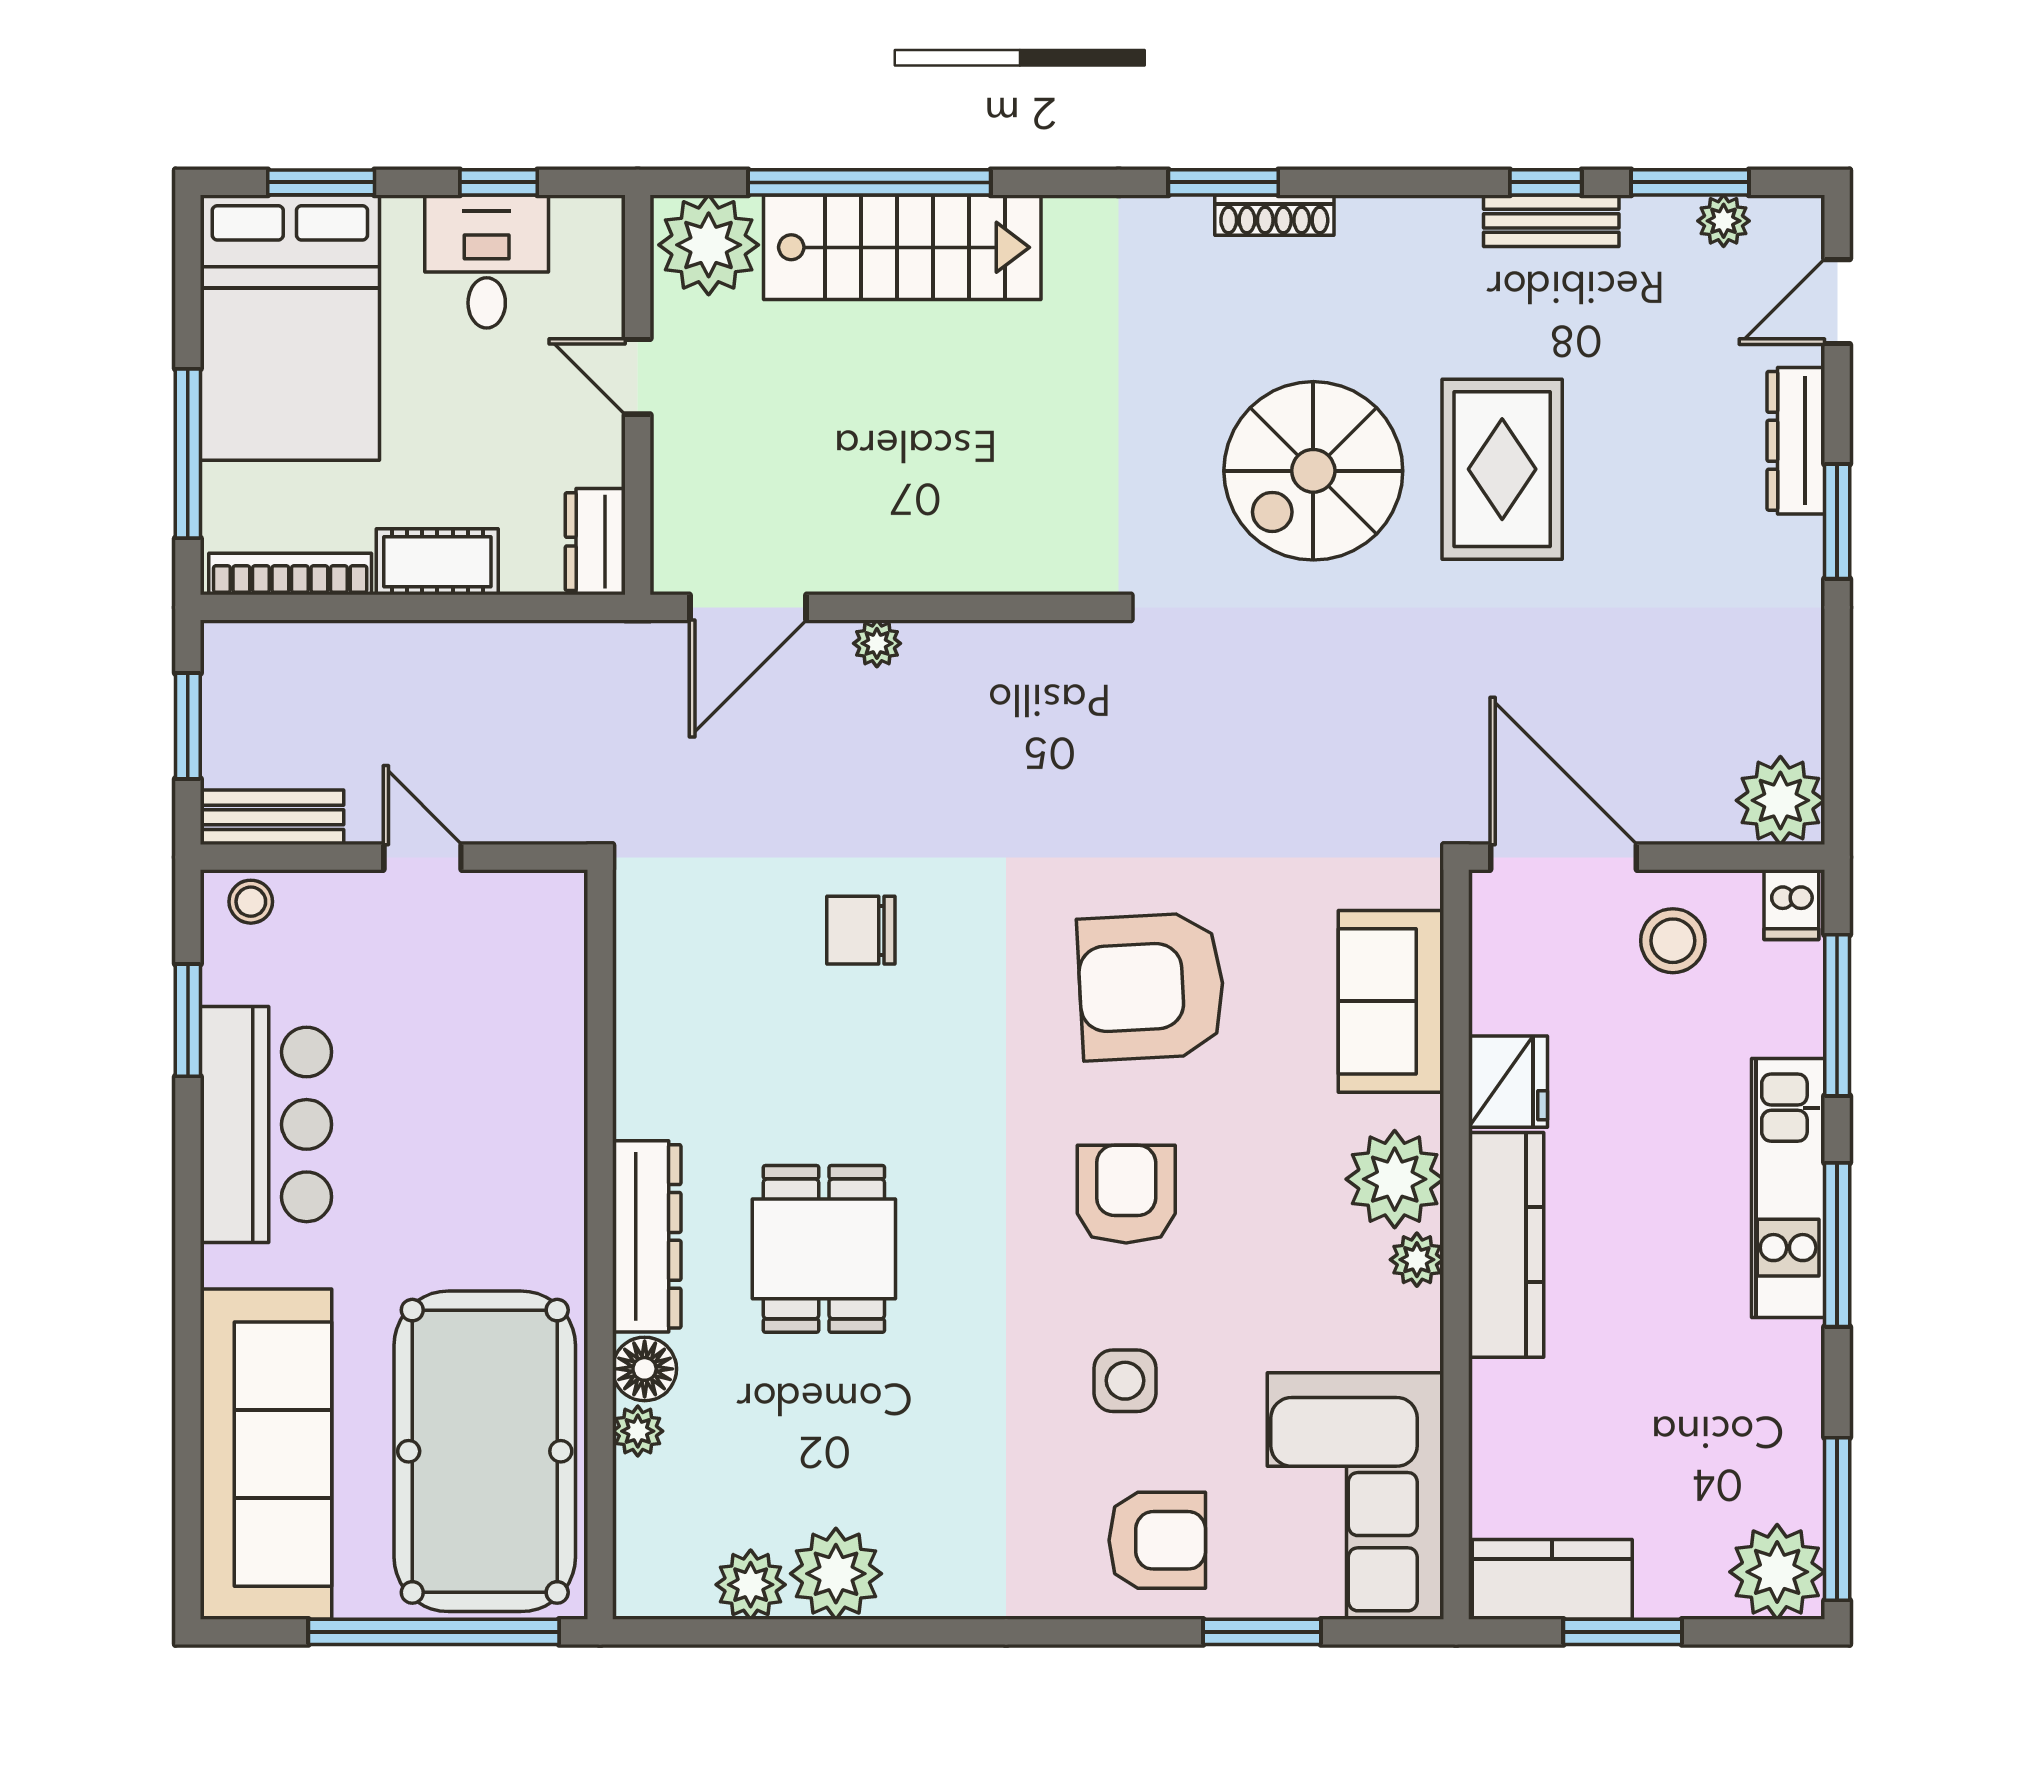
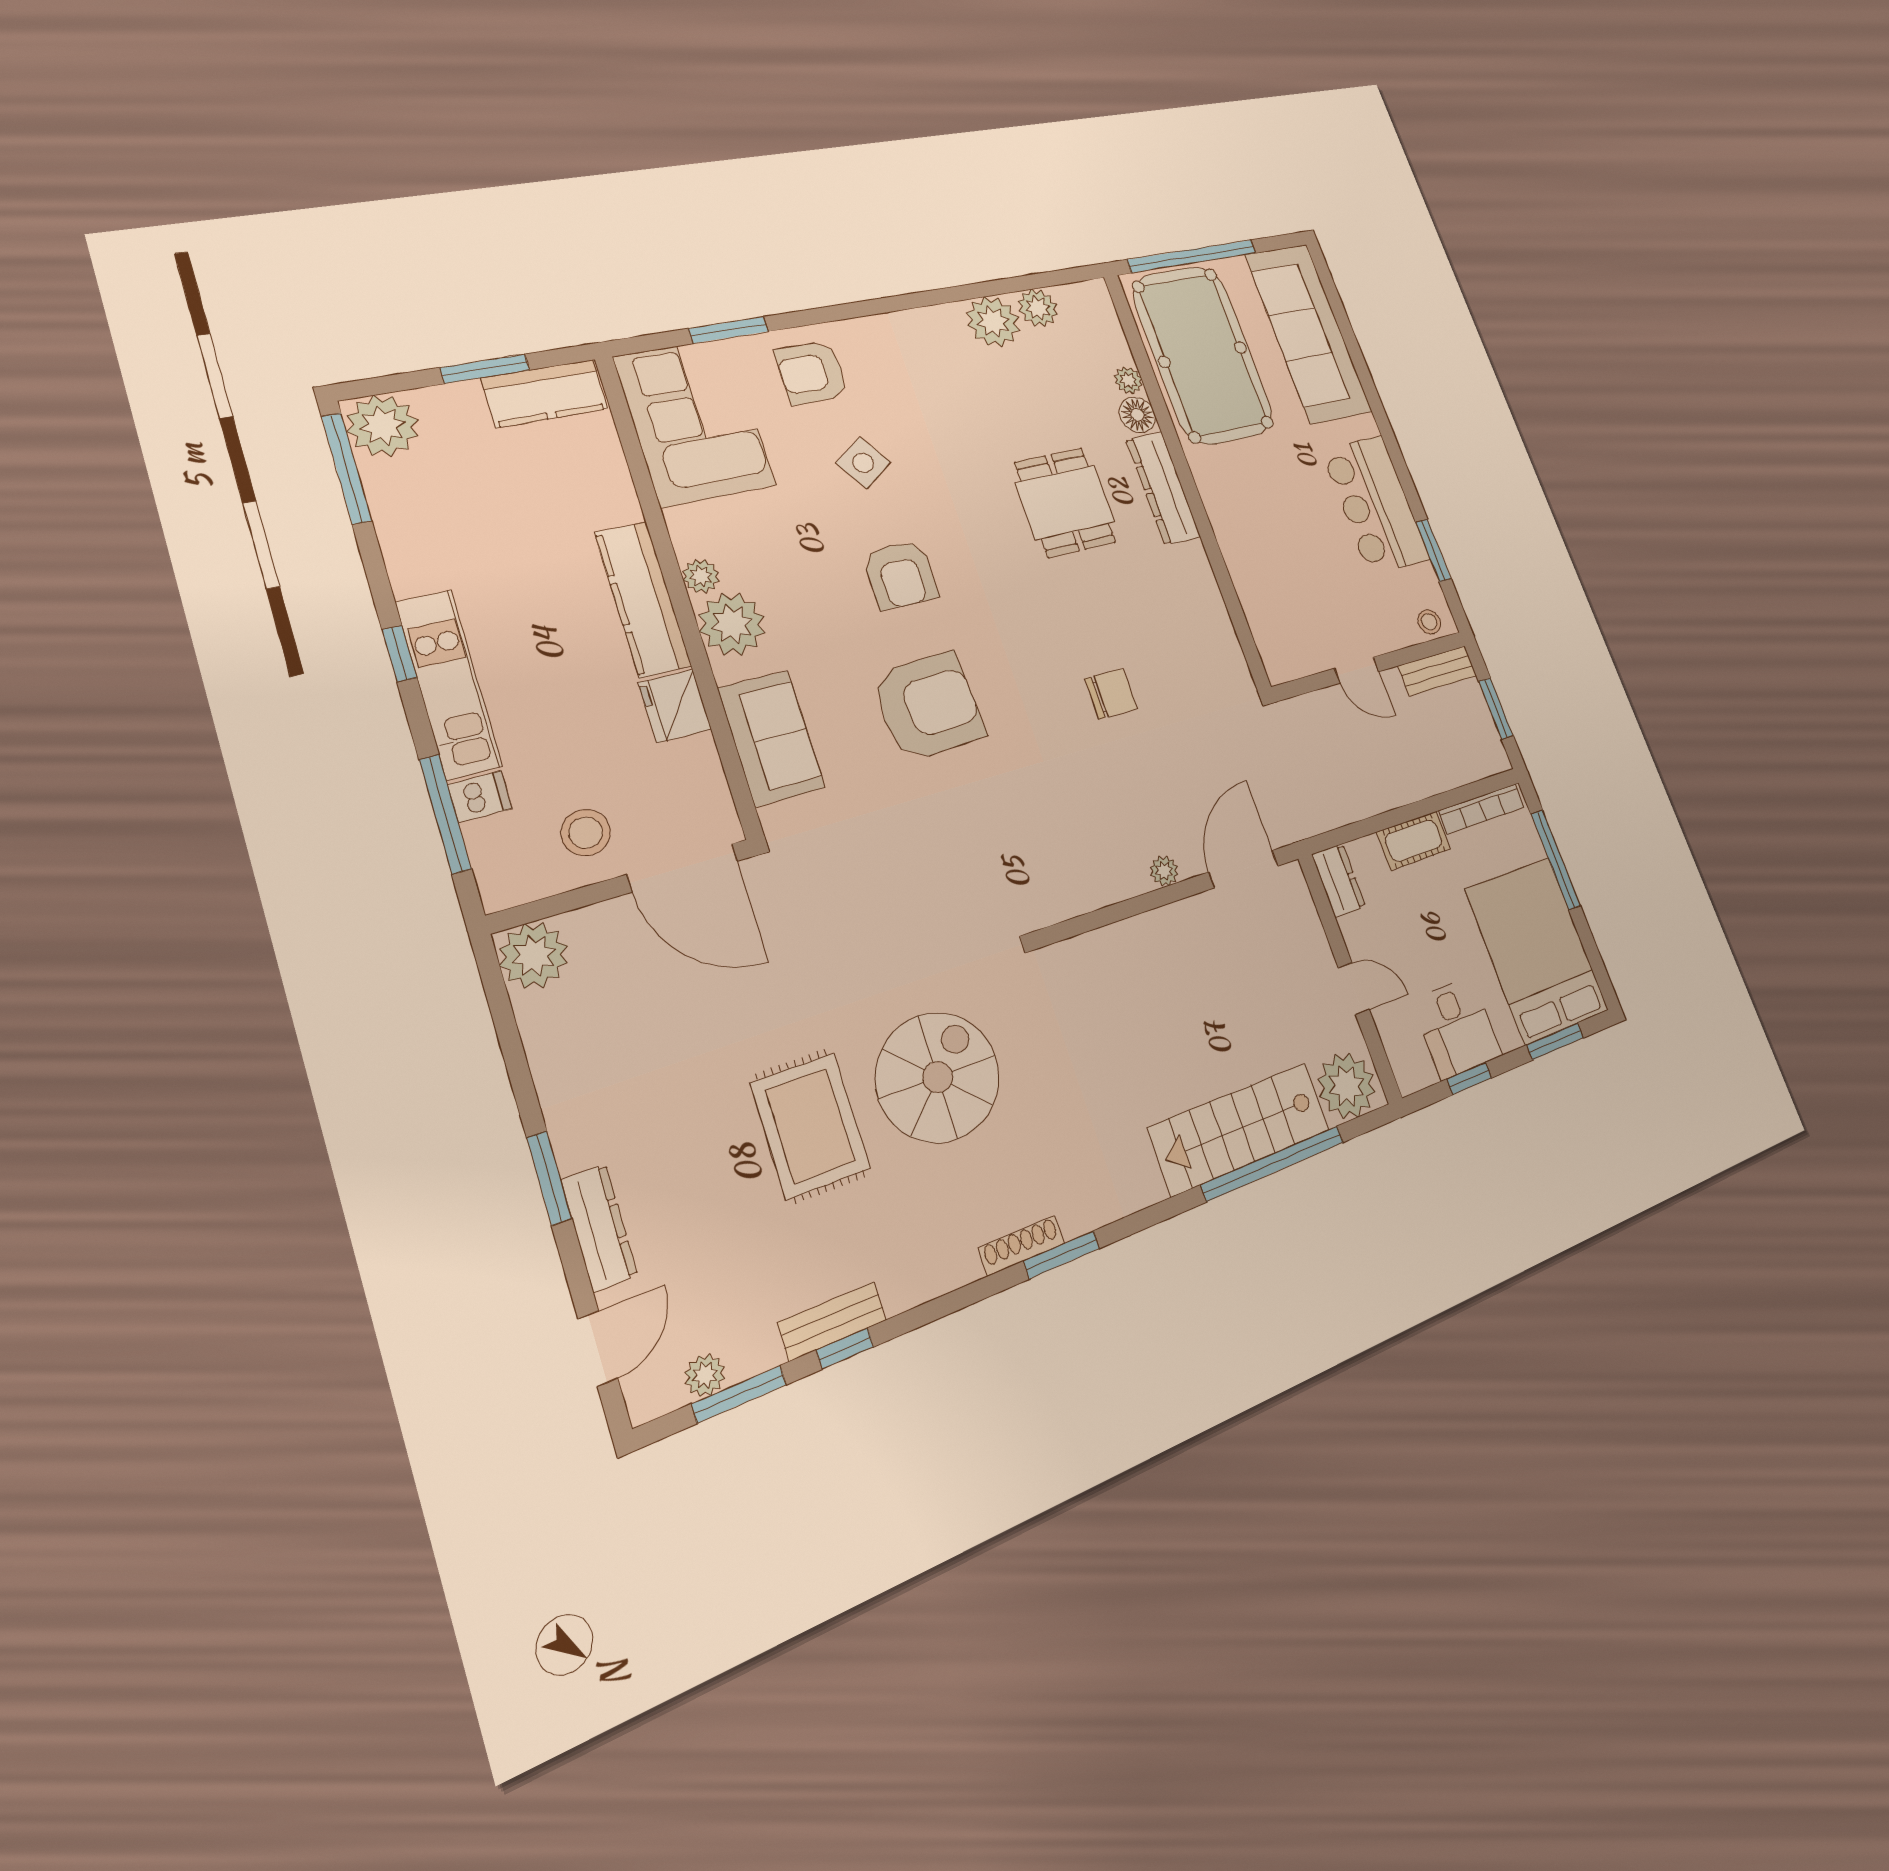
dishwasher: (1791, 905) -> (480, 797), moved, turned 90
window: (1837, 1245) -> (399, 654), width x0.46
side table: (1125, 1381) -> (863, 463), turned -34

